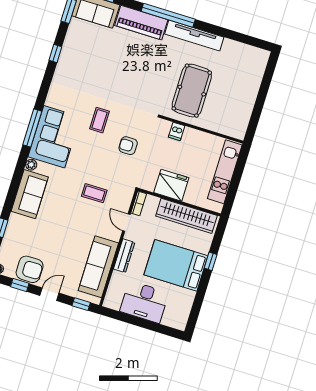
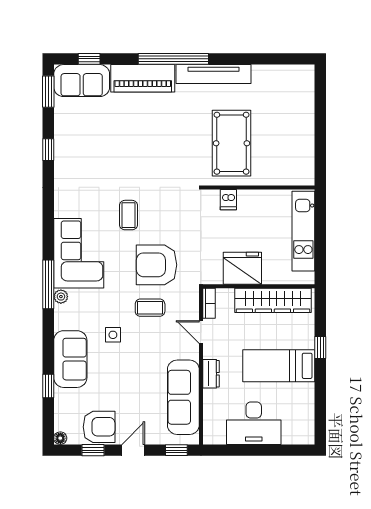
window: (32, 128) -> (48, 284), moved
armchair: (128, 146) -> (157, 265), moved, width x1.88, depth x1.88
sofa: (30, 194) -> (70, 359), moved
side table: (61, 205) -> (113, 335), added
dresser: (124, 256) -> (211, 374), width x0.70
bed: (176, 265) -> (279, 366), width x0.67

